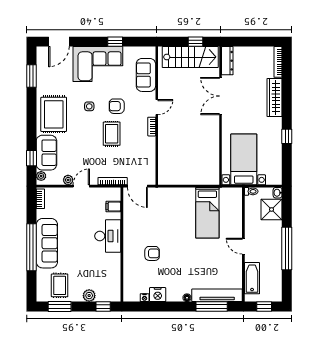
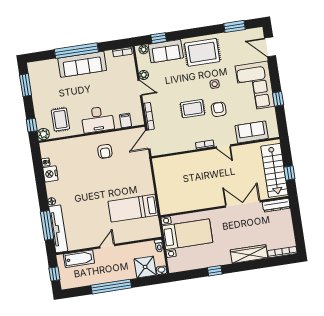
armchair: (152, 253) -> (105, 151), moved
rug: (60, 285) -> (60, 120), moved, turned 90
plant: (89, 296) -> (43, 134), moved

